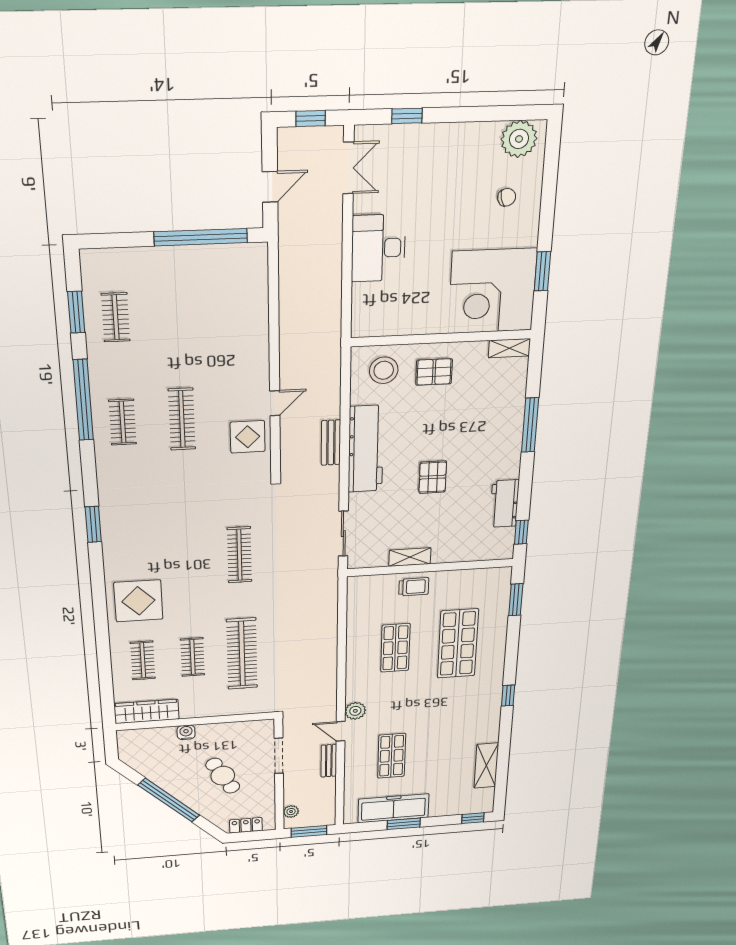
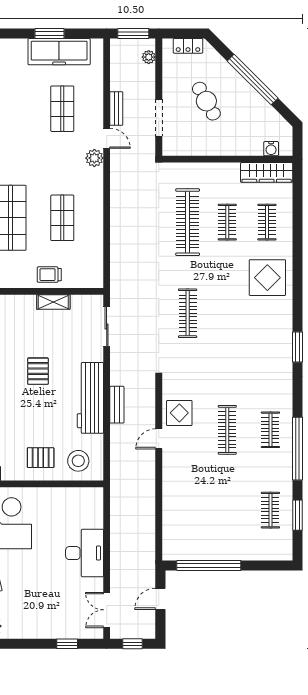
water cooler: (186, 732) -> (271, 149), moved

